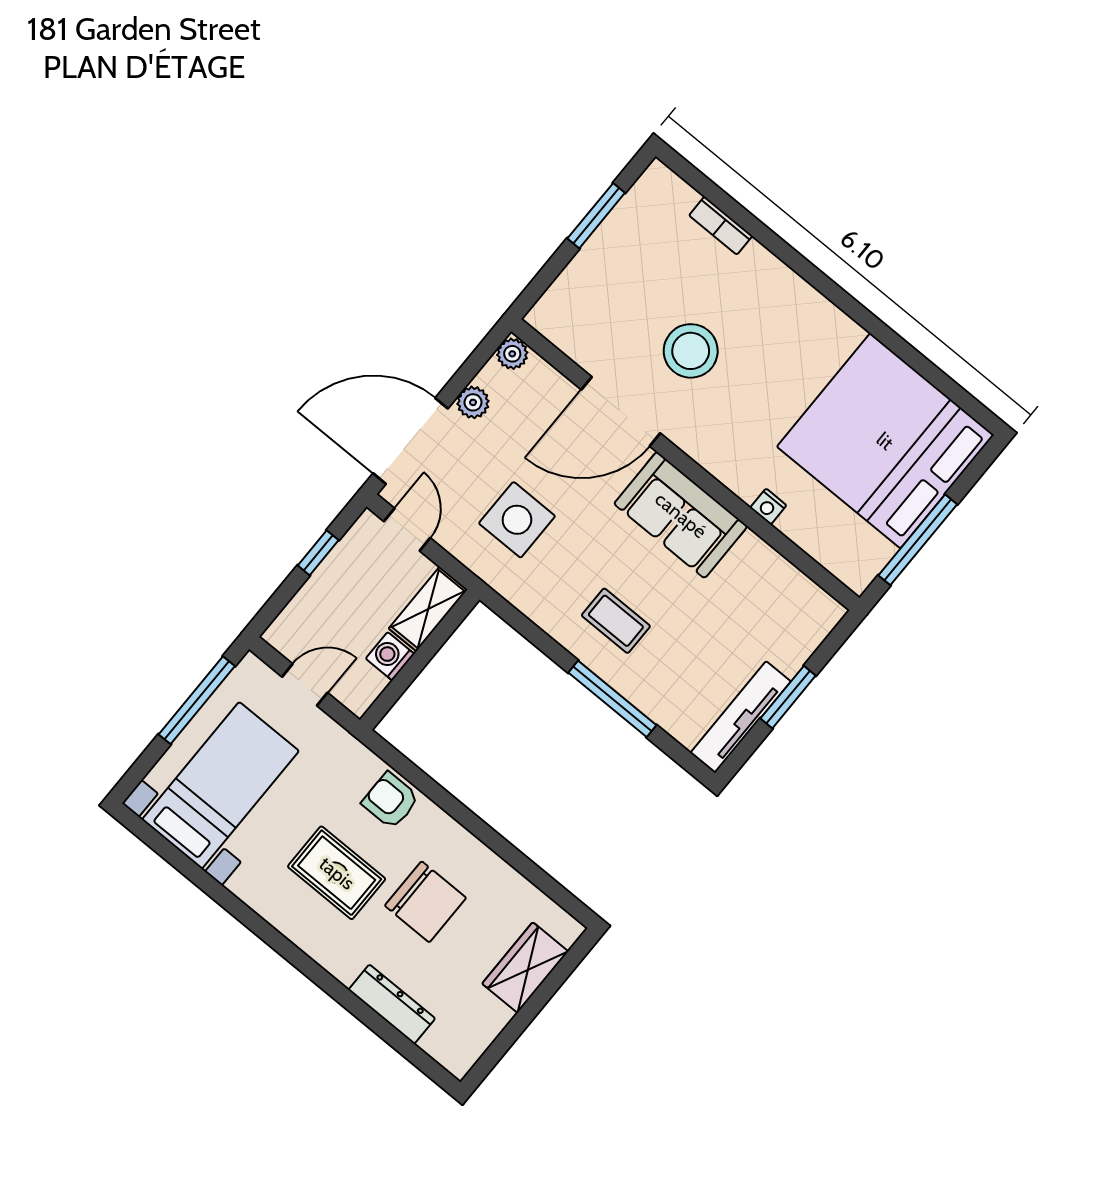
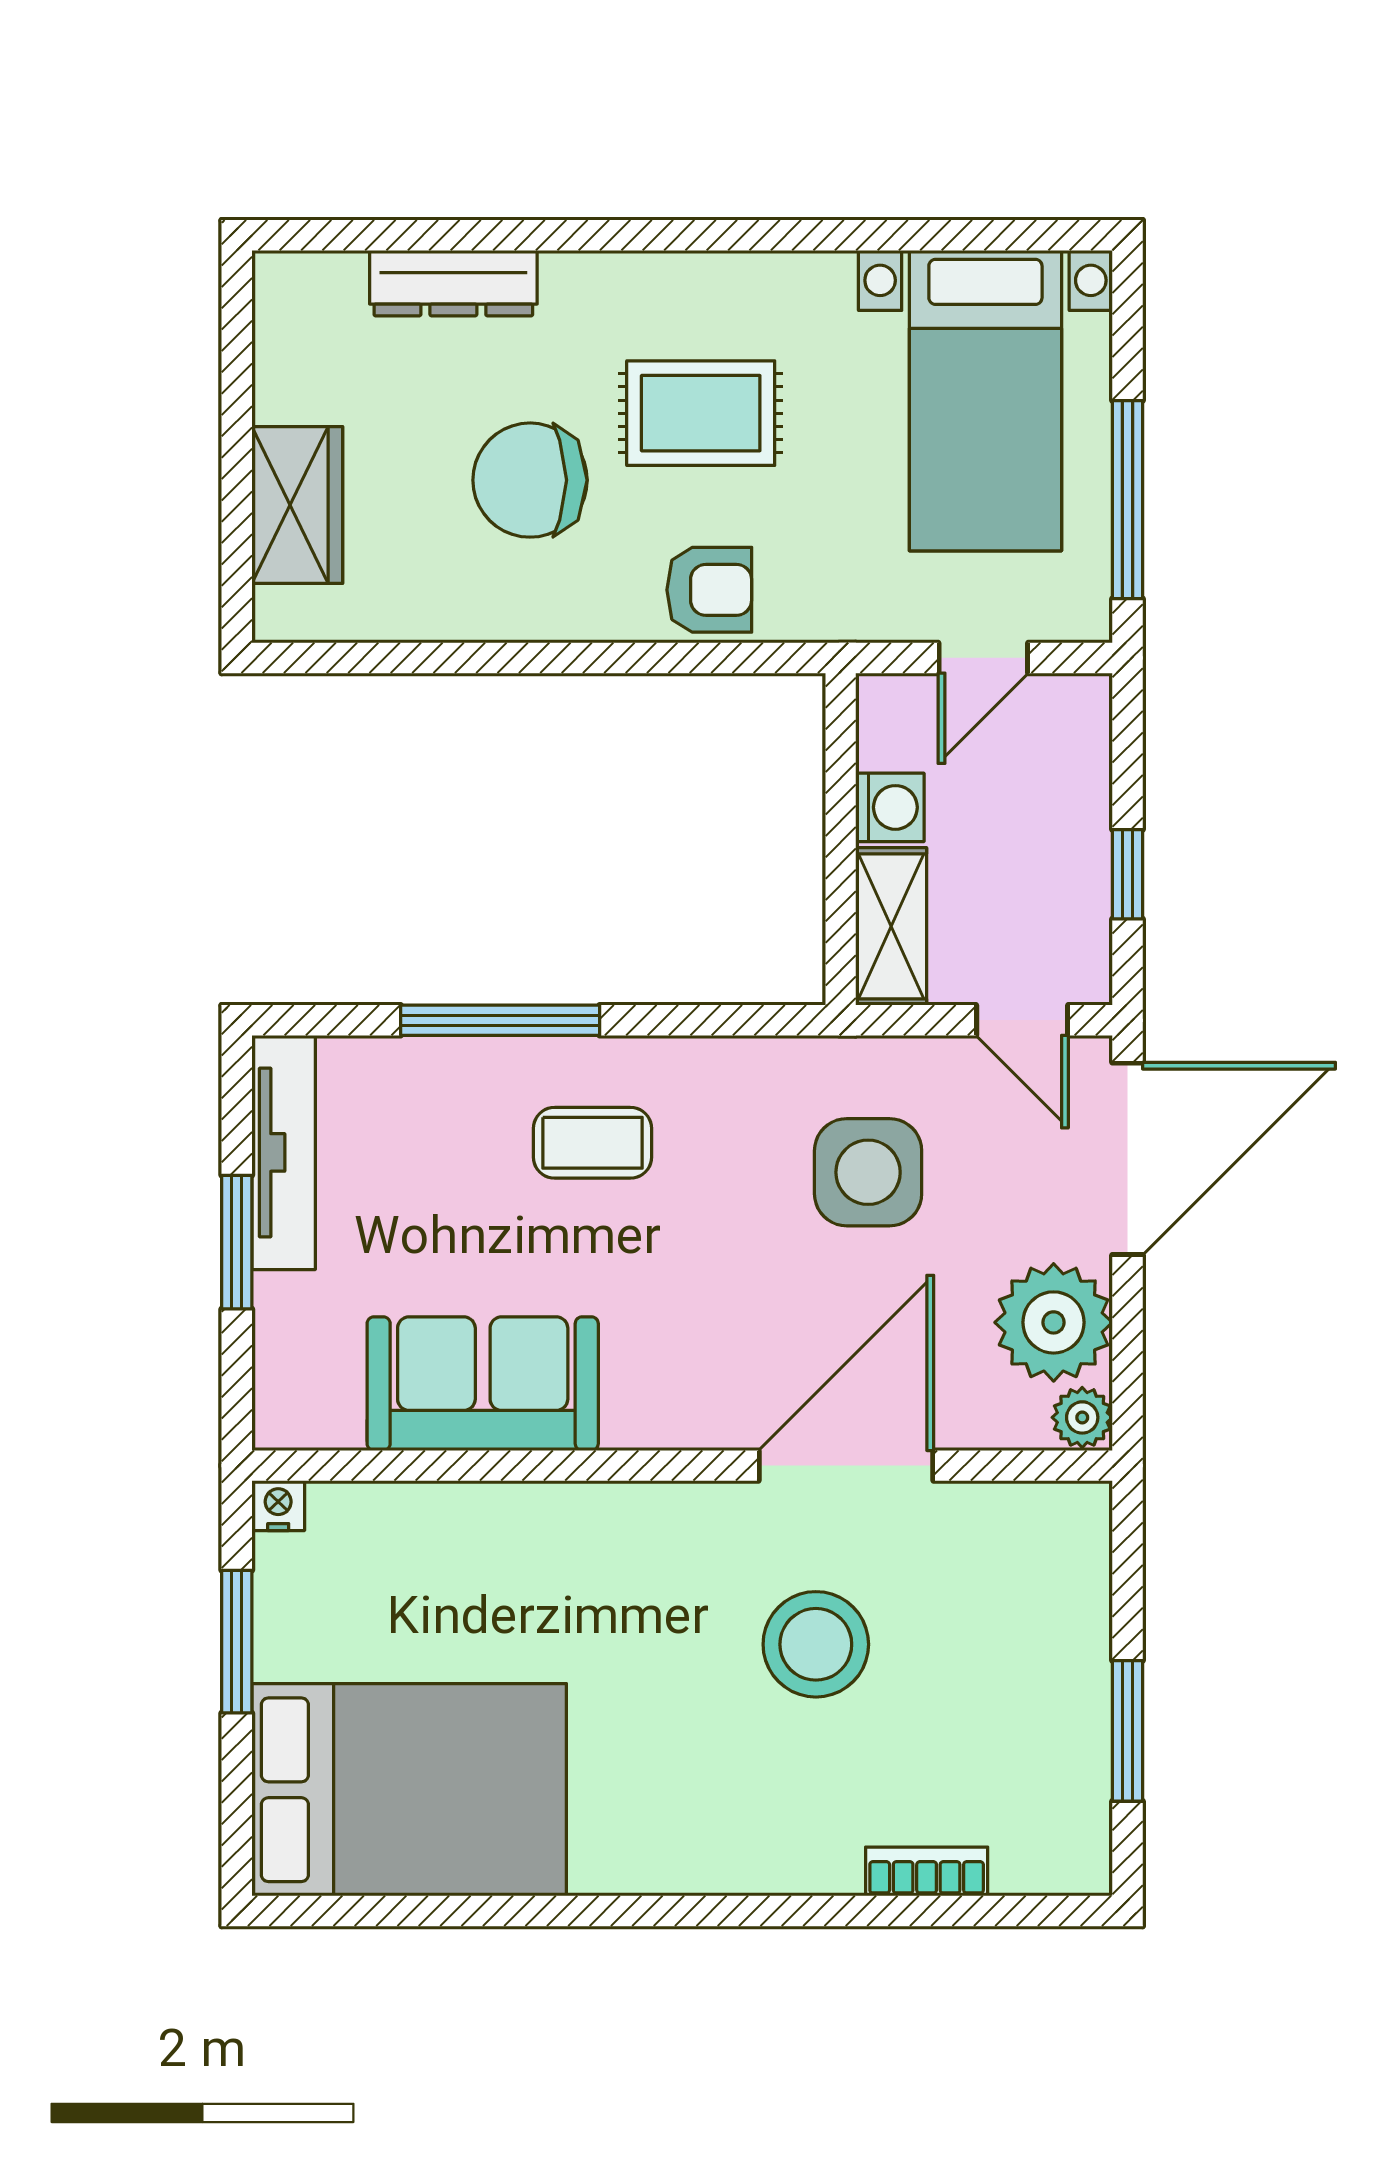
plant: (473, 402) -> (1054, 1322), width x1.88, depth x1.88
bed: (885, 441) -> (409, 1790), width x0.73
nightstand: (768, 507) -> (278, 1506), moved
sofa: (681, 515) -> (483, 1384), moved
window: (918, 540) -> (237, 1642), width x0.69

